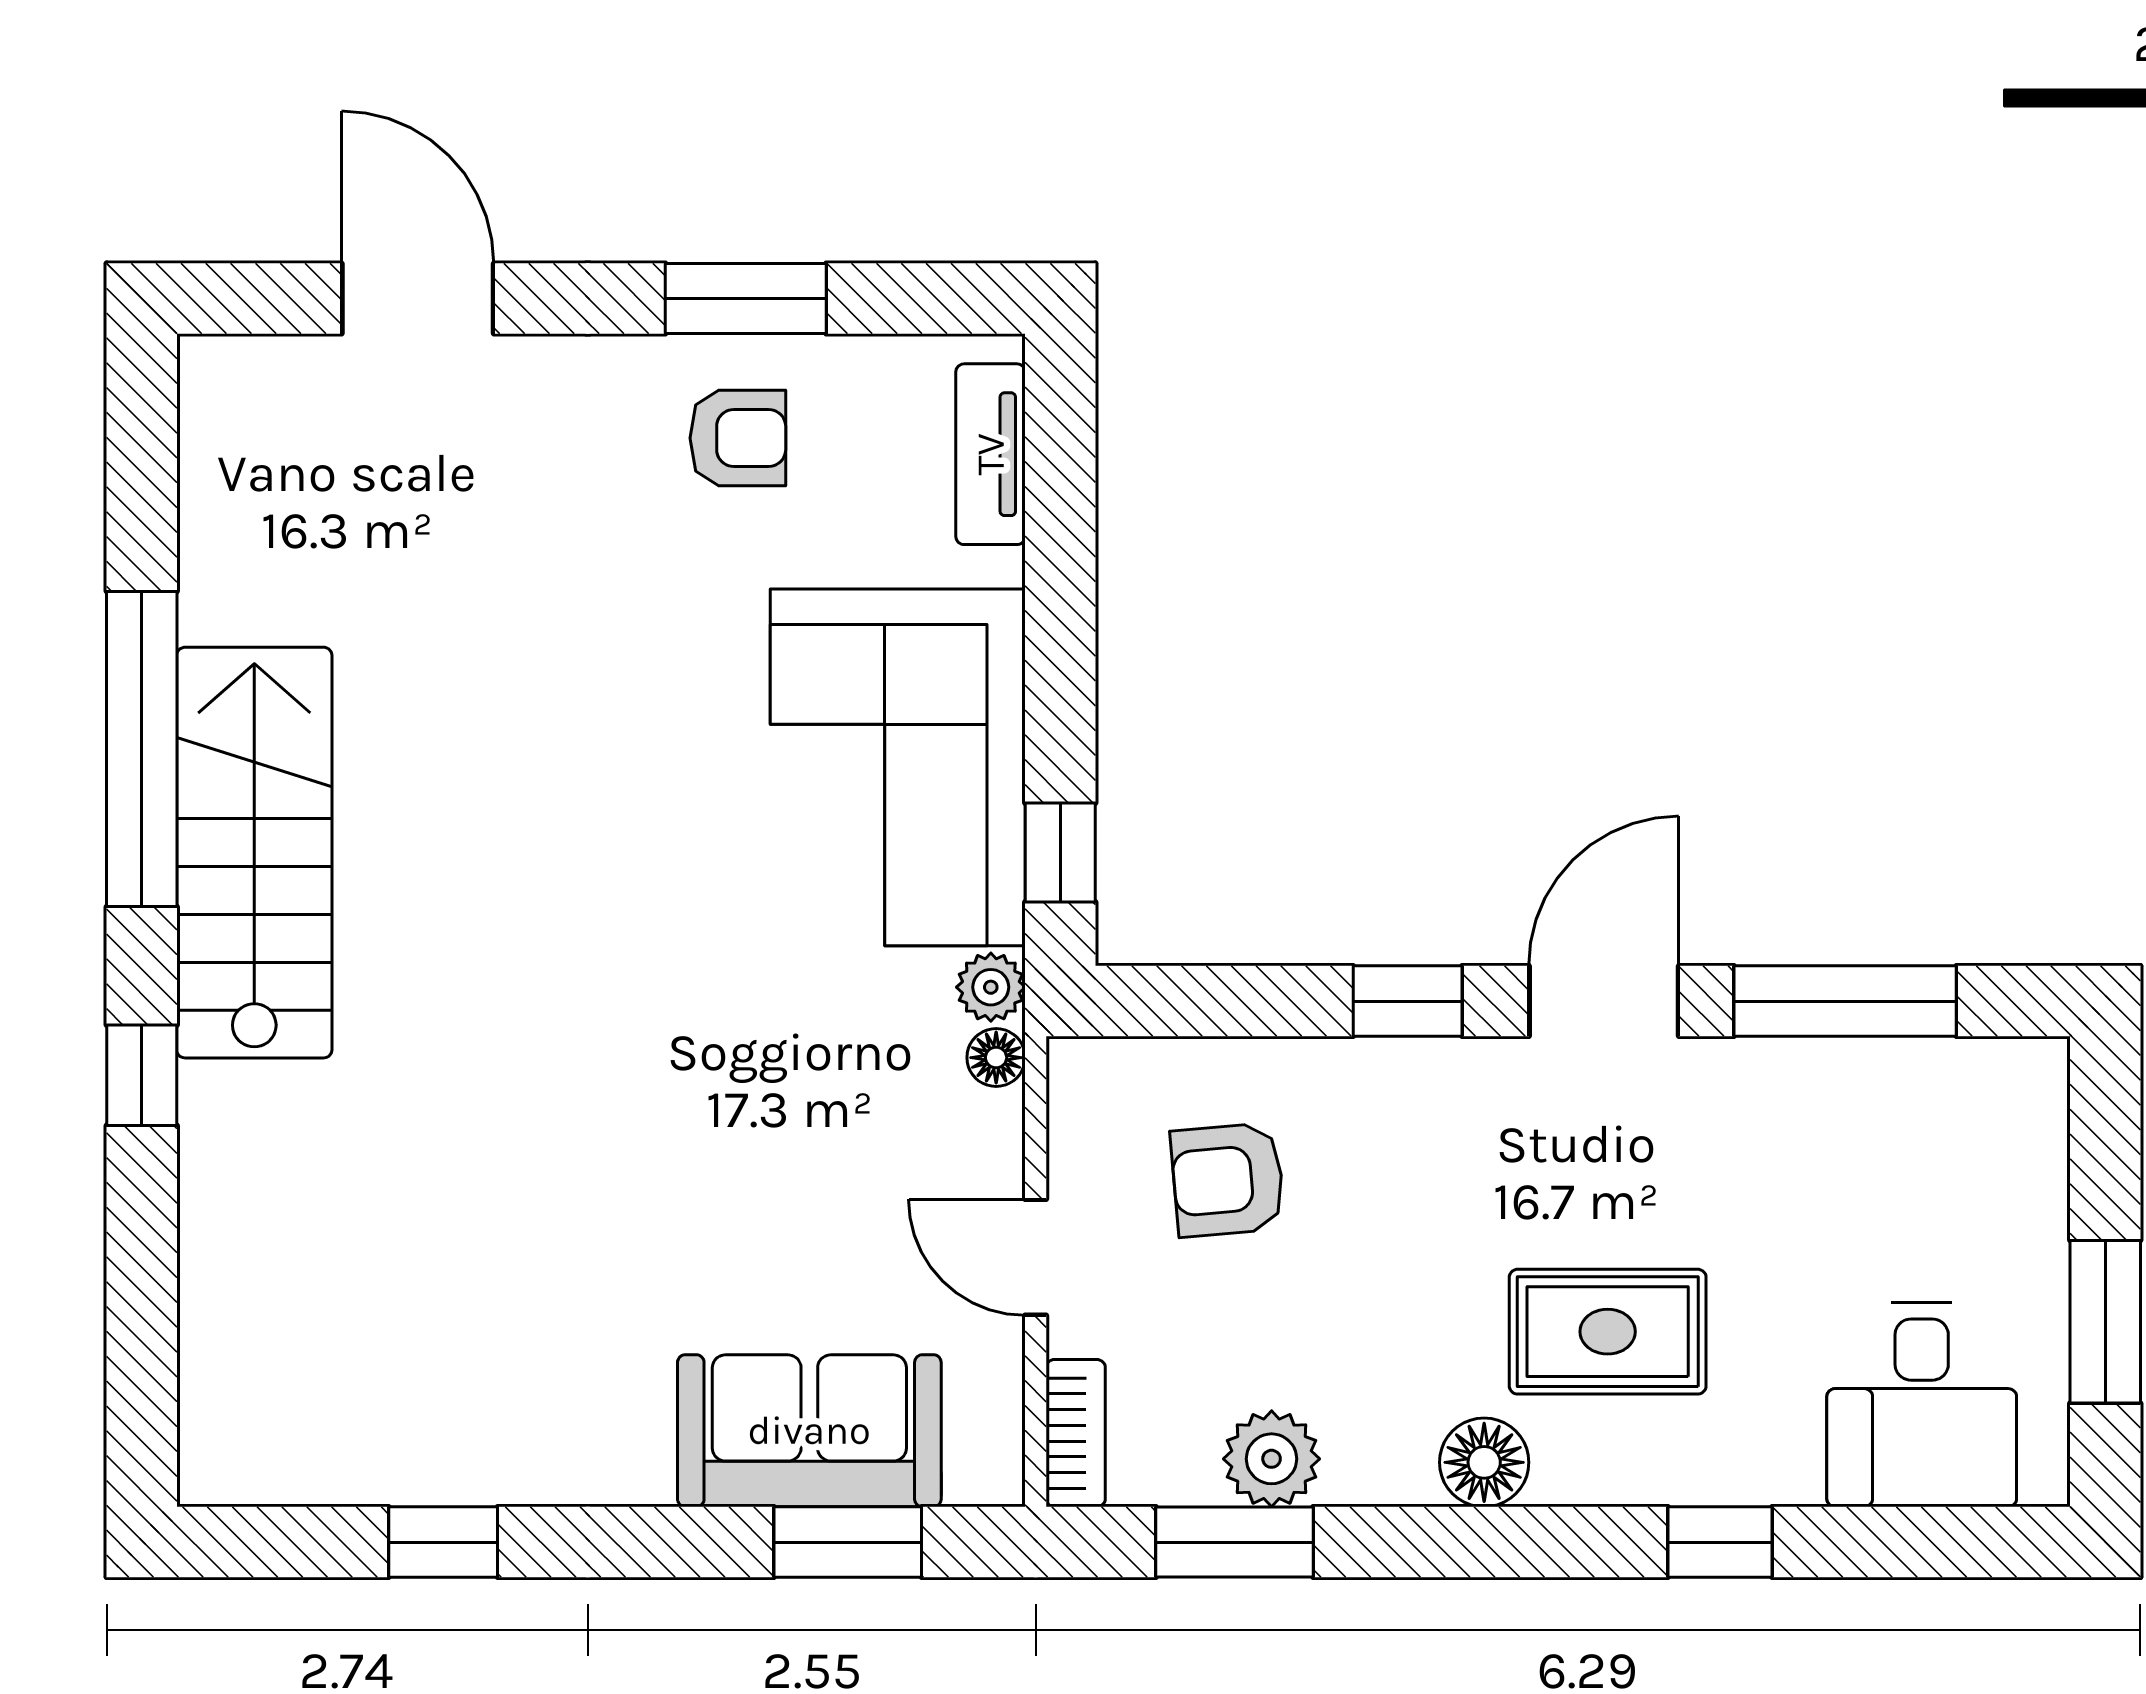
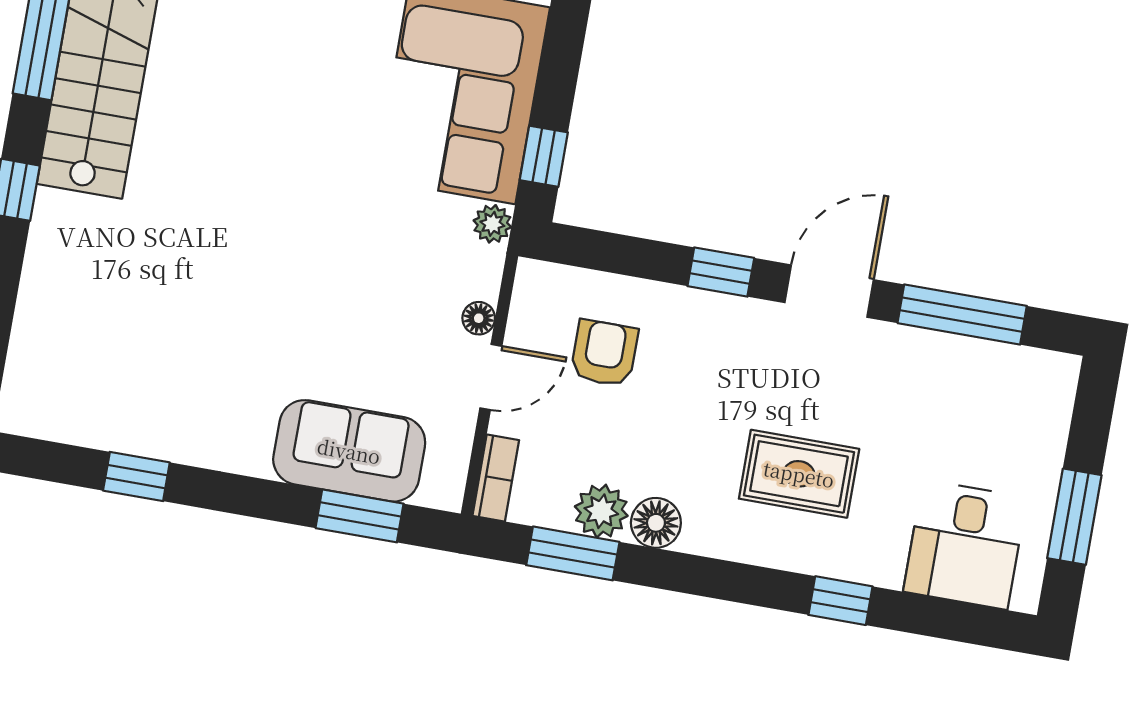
floor lamp: (996, 1058) -> (479, 318), moved
armchair: (1228, 1180) -> (604, 353), turned 95
door: (1036, 1257) -> (491, 377), swing flipped
floor lamp: (1484, 1462) -> (656, 523), moved

